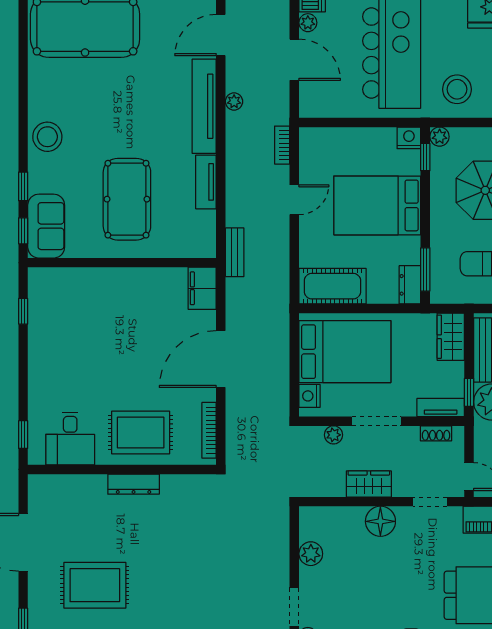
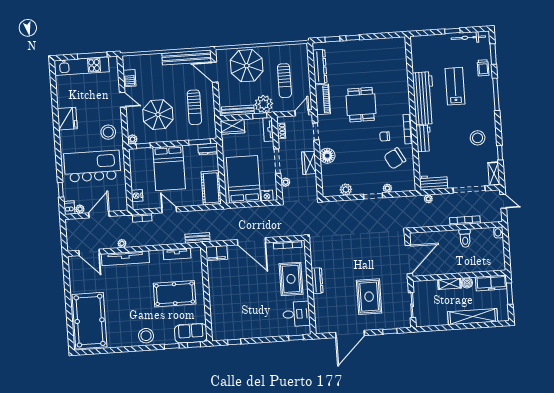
nightstand: (409, 138) -> (137, 196), moved
tv unit: (206, 182) -> (177, 254), moved

